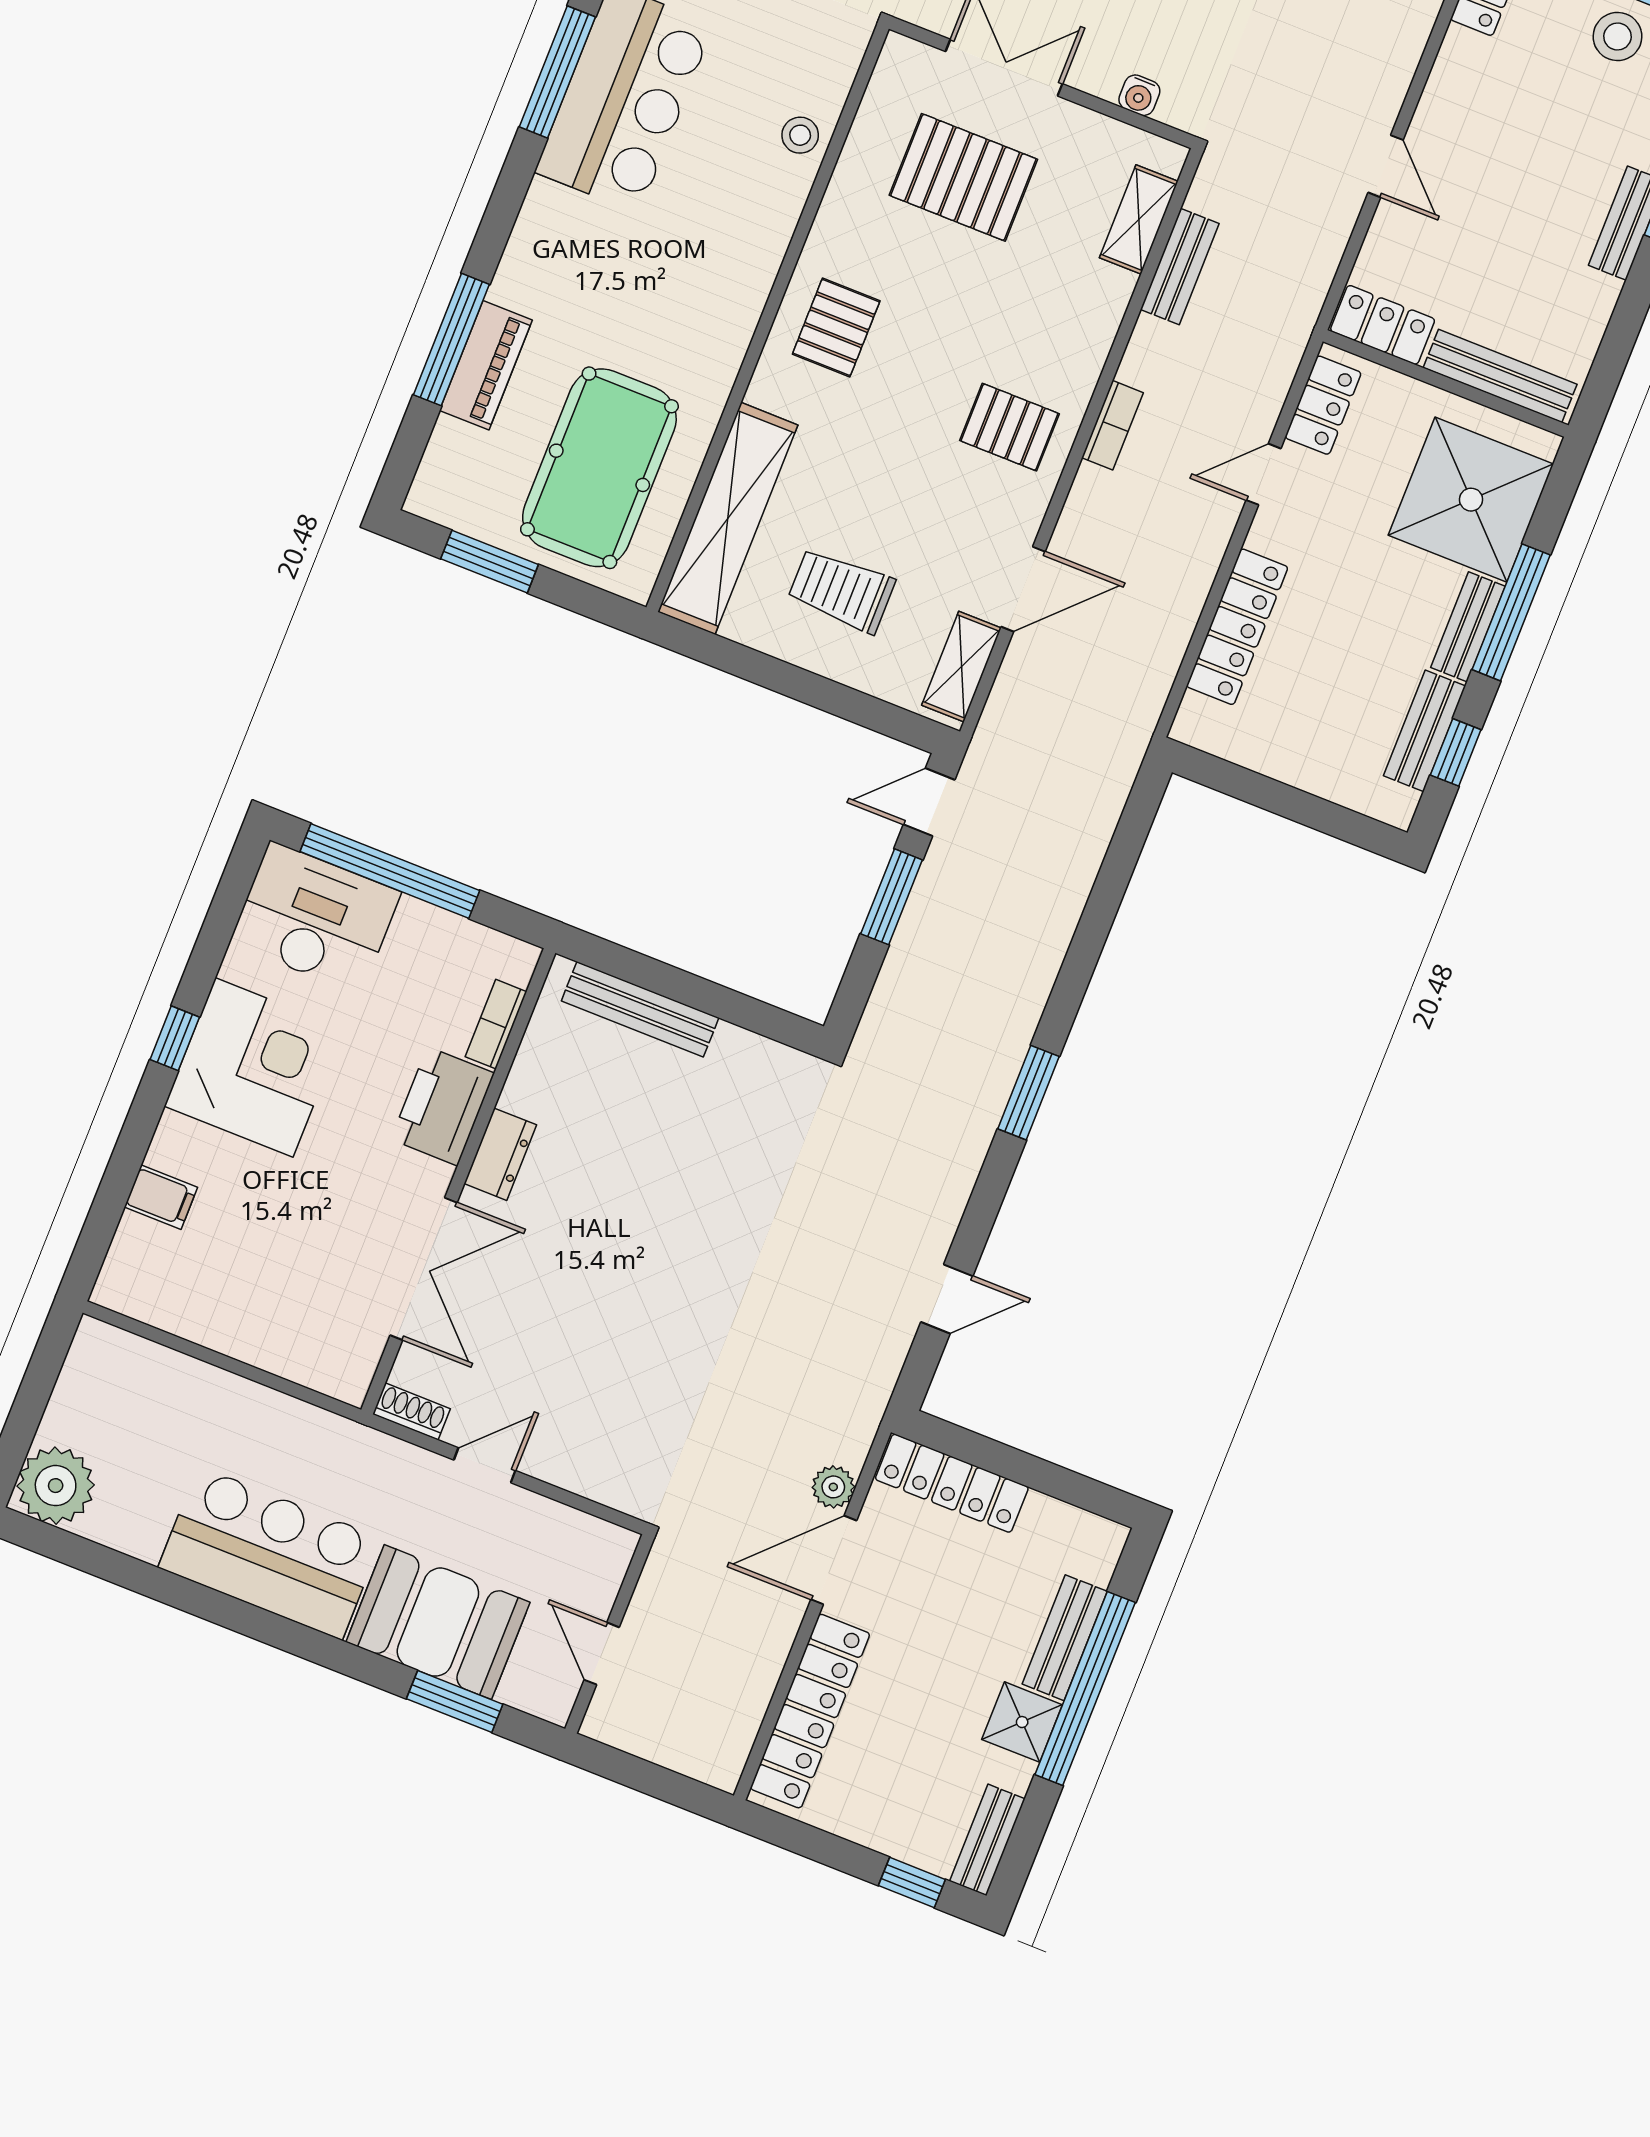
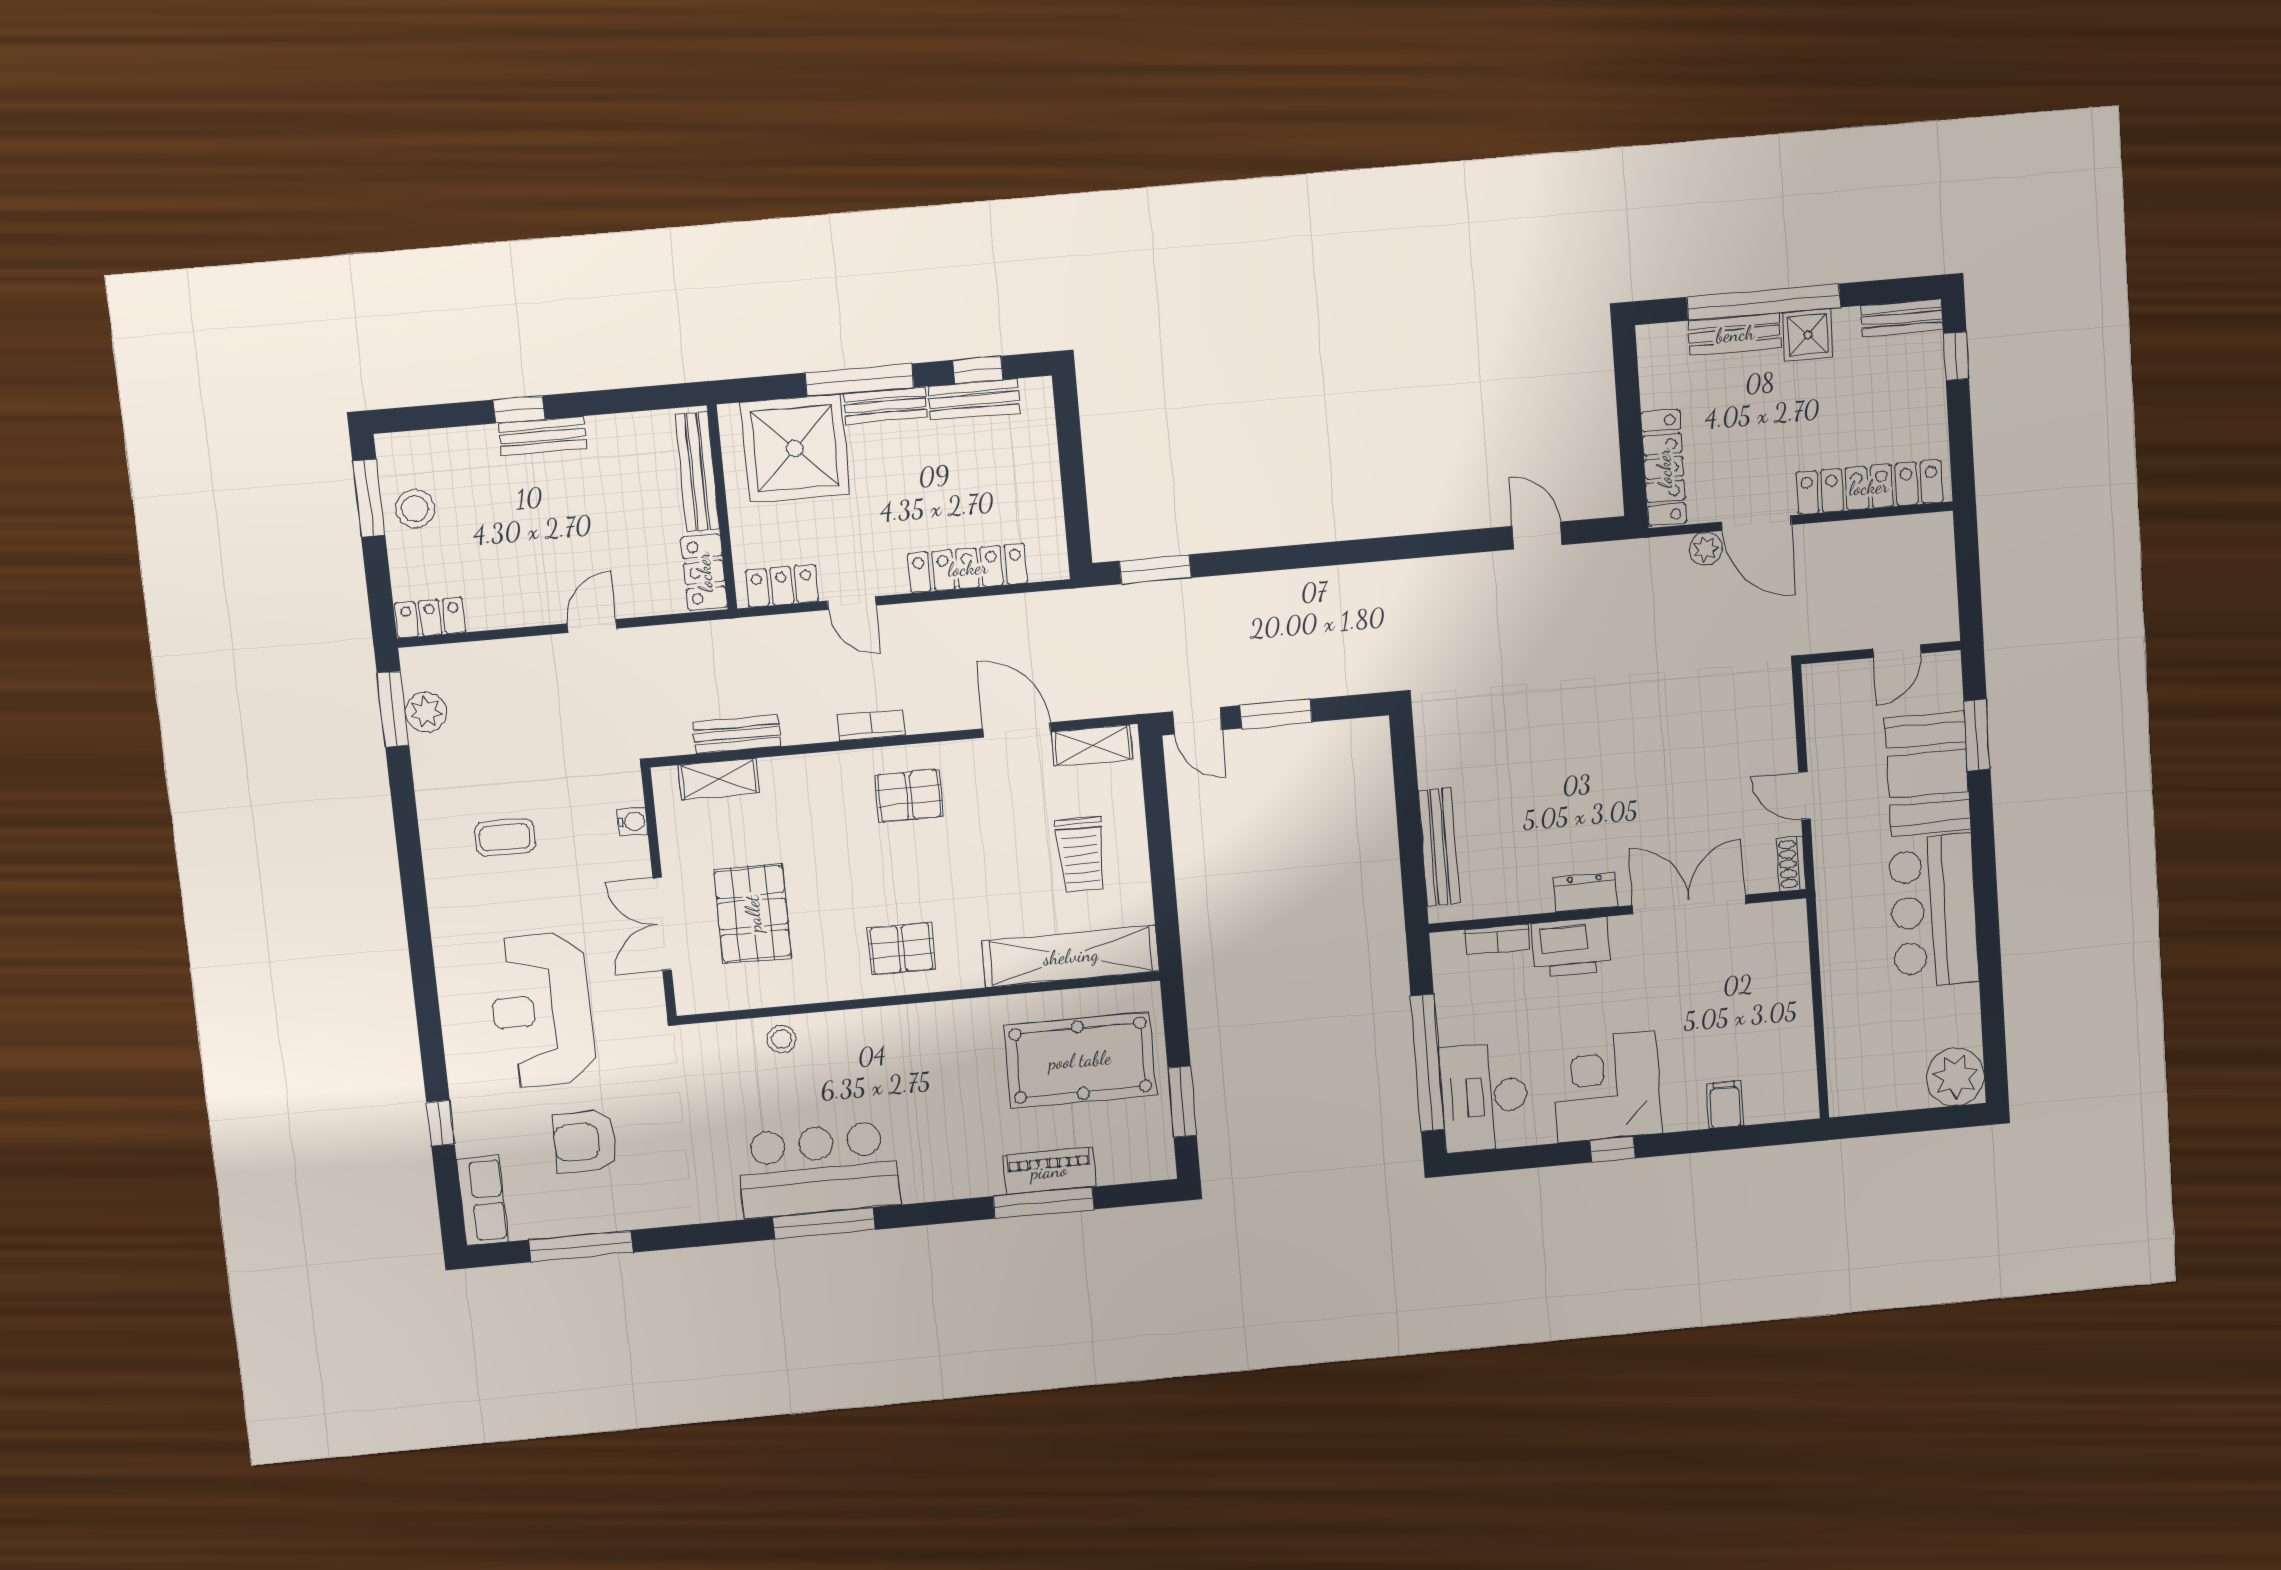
pallet: (1009, 427) -> (909, 796), turned 90
window: (1029, 1093) -> (1155, 569), moved

